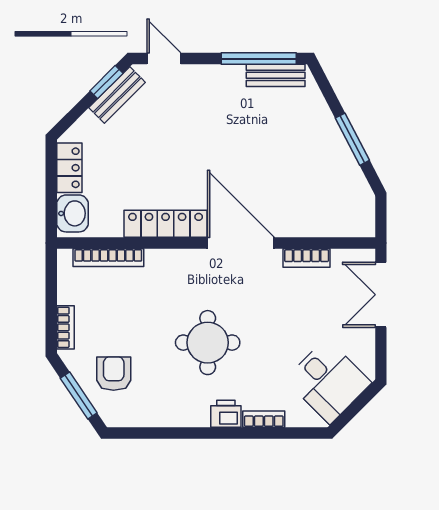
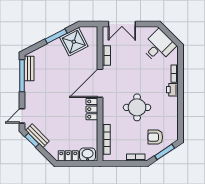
shower: (339, 181) -> (74, 42), added
locker: (166, 224) -> (92, 109), width x0.66
round table: (208, 343) -> (137, 107), moved

